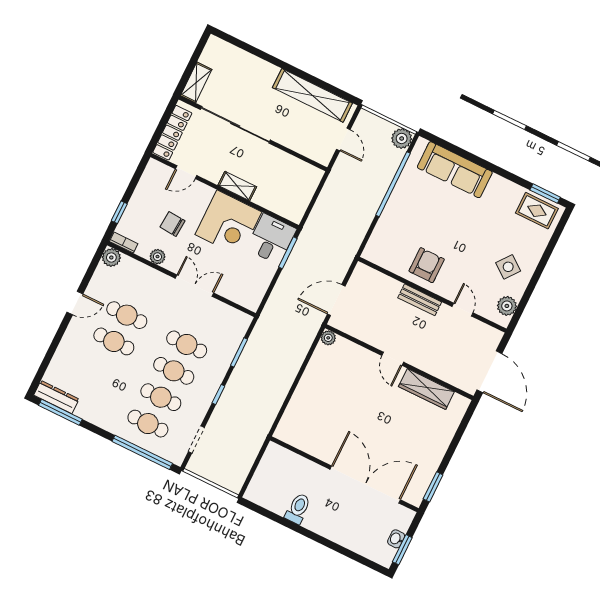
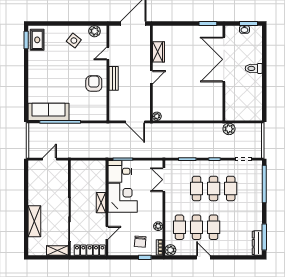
shelving: (312, 95) -> (34, 221), moved, width x0.68
plant: (402, 138) -> (229, 129), moved
sofa: (455, 170) -> (48, 112), moved, turned -90
door: (186, 172) -> (107, 233), hinge flipped
chair: (172, 224) -> (140, 242), moved
armchair: (427, 265) -> (94, 83), turned 90
double door: (194, 286) -> (164, 180), moved
wardrobe: (426, 389) -> (159, 52), width x0.67
cafe table: (148, 424) -> (179, 227), moved
toilet: (298, 509) -> (254, 68), moved

